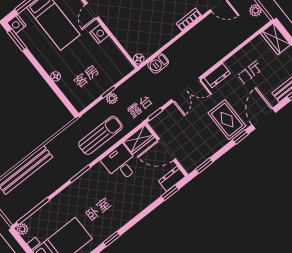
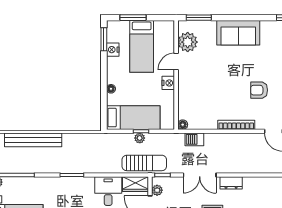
bookcase: (189, 20) -> (236, 125), width x1.56
nightstand: (17, 24) -> (113, 50), moved
bed: (93, 86) -> (133, 118), added
plant: (161, 130) -> (157, 190), added
sun lounger: (100, 135) -> (144, 163), moved

